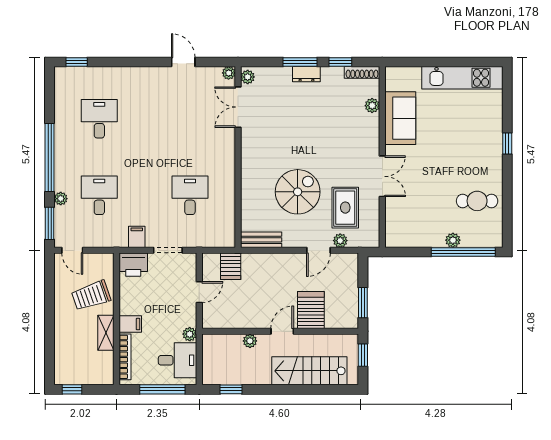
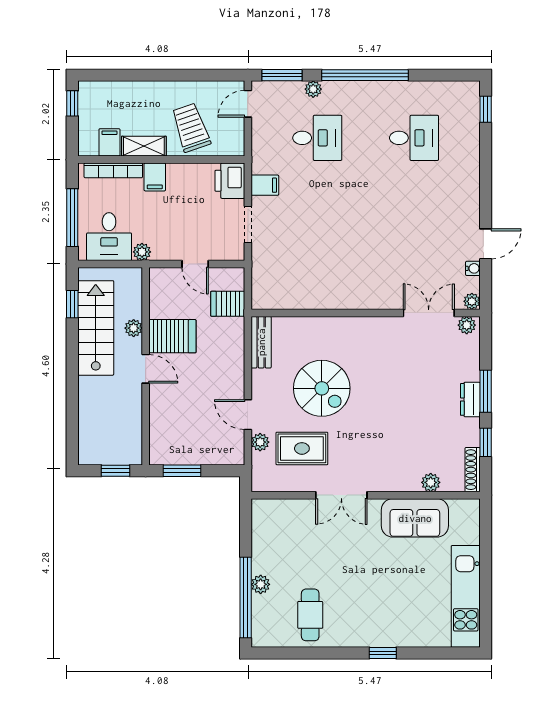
water cooler: (203, 72) -> (473, 268), added
desk: (190, 195) -> (317, 252), removed
server rack: (311, 310) -> (172, 336), moved
filing cabinet: (103, 360) -> (109, 142), added
stairs: (309, 371) -> (96, 328), moved

